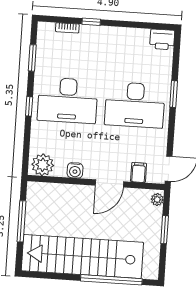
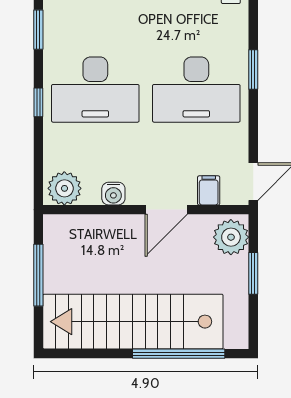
plant: (157, 199) -> (231, 237), width x1.88, depth x1.88

